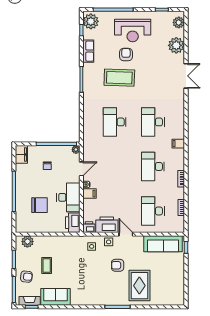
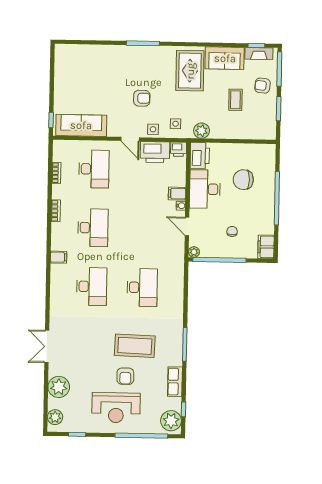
reception desk: (133, 30) -> (116, 408), turned 180
door: (81, 169) -> (187, 226), hinge flipped
plant: (27, 242) -> (202, 131), moved
rug: (139, 286) -> (190, 71), moved

